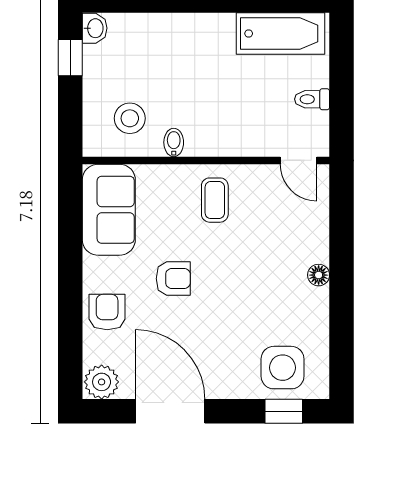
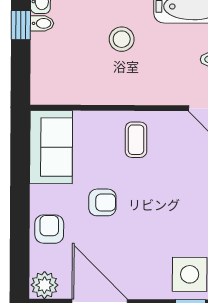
stool: (130, 118) -> (122, 39), moved
bidet: (174, 142) -> (42, 23), moved, turned 90

